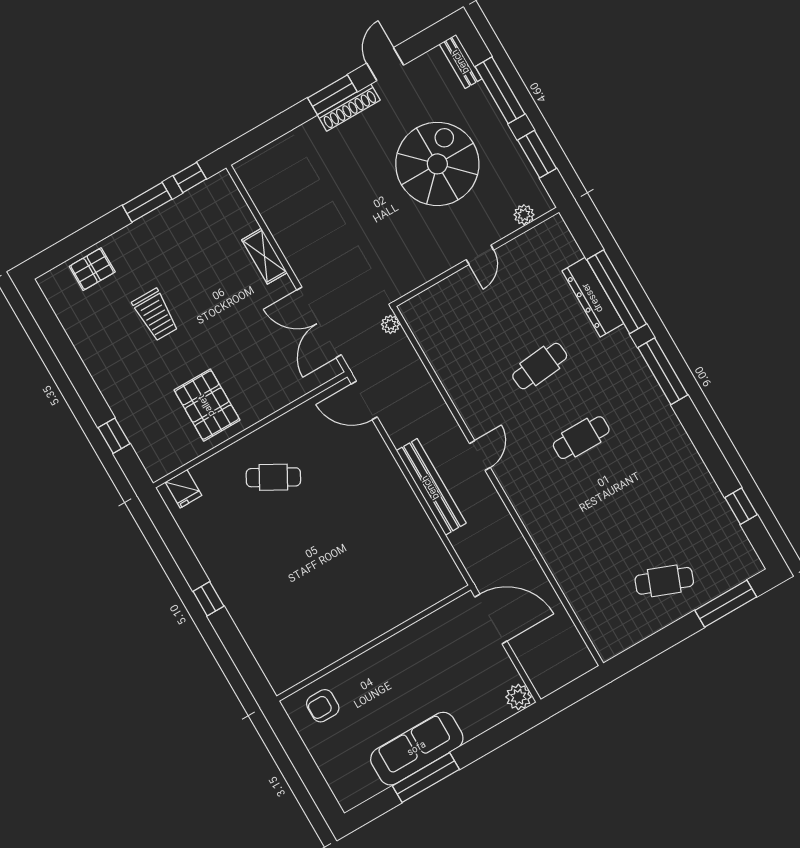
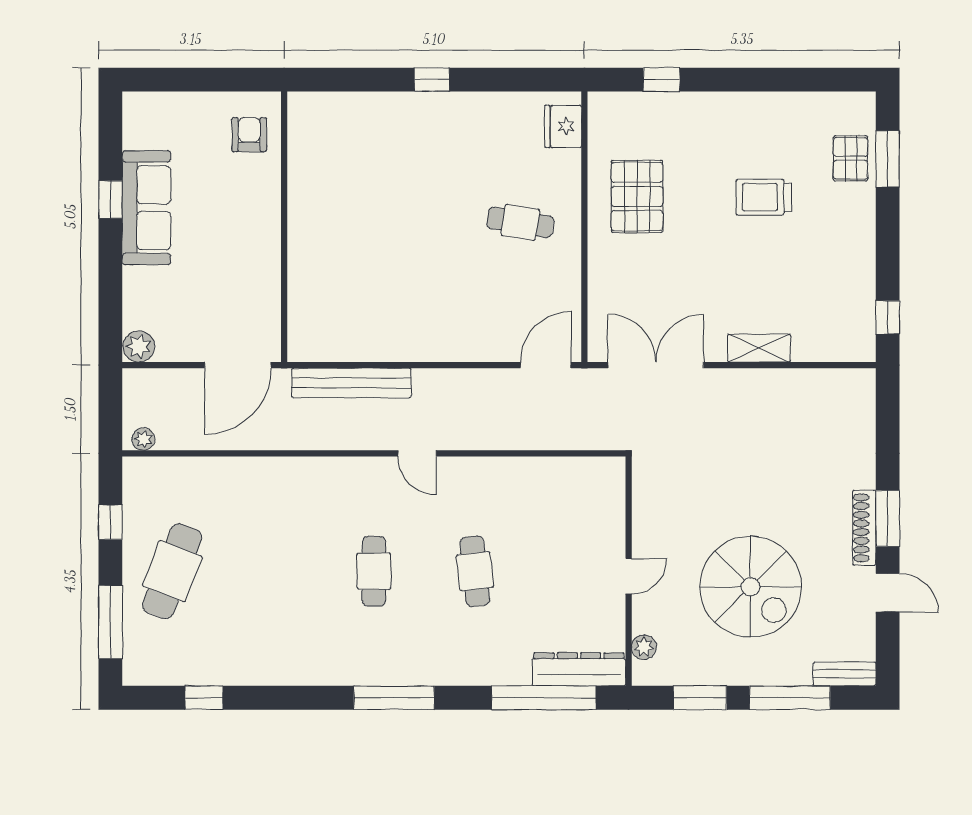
window: (147, 202) -> (888, 159), moved
door: (480, 255) -> (629, 576), swing flipped
window: (617, 292) -> (544, 698), moved
dresser: (593, 297) -> (579, 669), moved
plant: (390, 324) -> (143, 439), moved
pallet: (207, 405) -> (637, 196), turned 90
cafe table: (273, 477) -> (520, 222), turned 70
bench: (431, 487) -> (351, 383), moved
fridge: (183, 489) -> (563, 126), width x1.38
cafe table: (664, 581) -> (172, 571), width x1.37, depth x1.35
window: (655, 645) -> (110, 522), added
window: (426, 778) -> (110, 200), width x0.46

